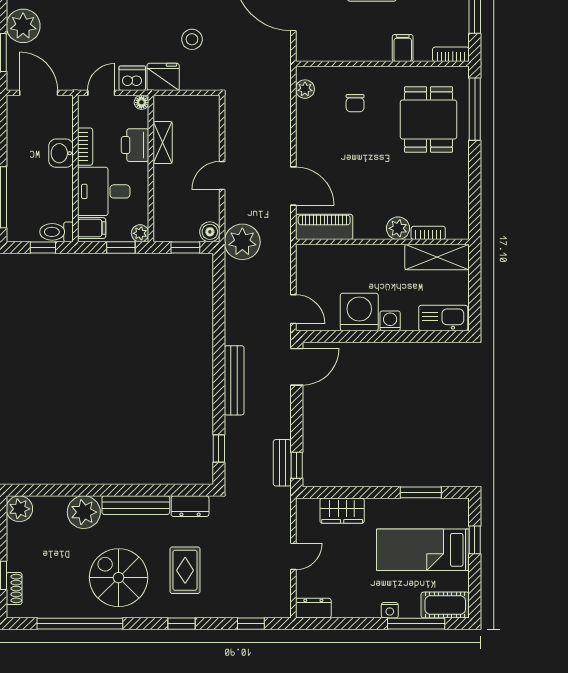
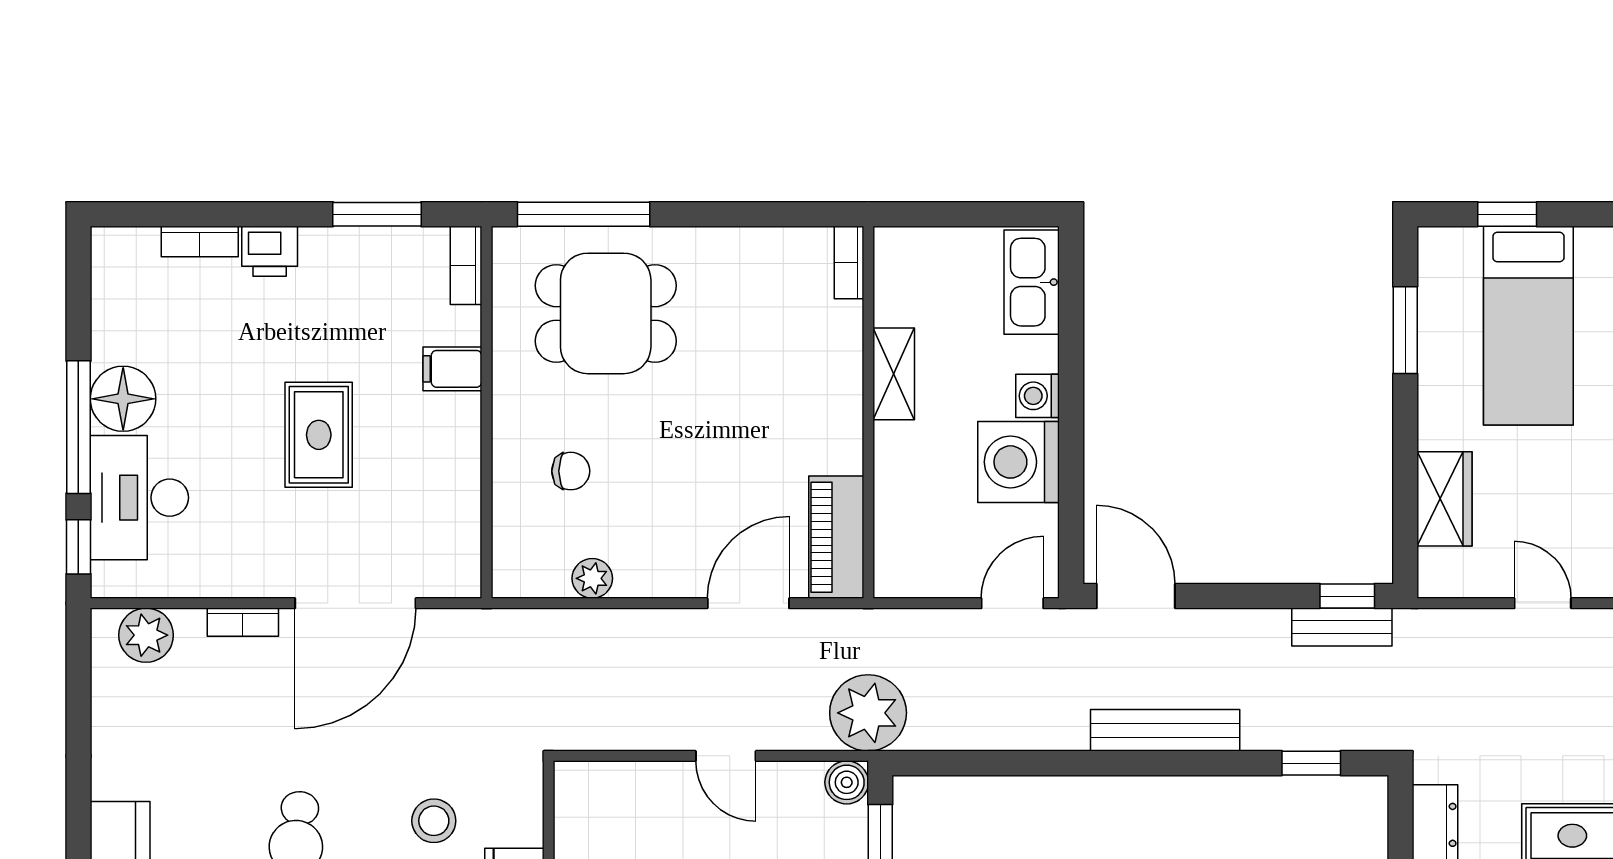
plant: (305, 89) -> (592, 578), moved
plant: (398, 228) -> (839, 379), removed
bookcase: (428, 233) -> (849, 263), moved
shelving: (437, 257) -> (894, 374), moved, width x0.67, depth x0.75

